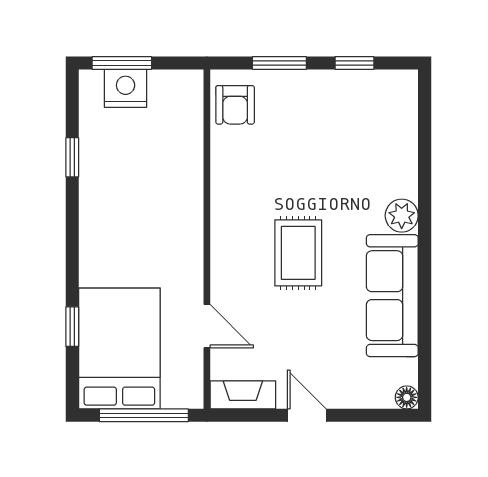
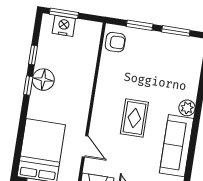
window: (354, 63) -> (176, 31), width x1.50
armchair: (235, 105) -> (115, 42), turned -90
floor lamp: (101, 204) -> (43, 80), added
window: (72, 327) -> (28, 85), moved

